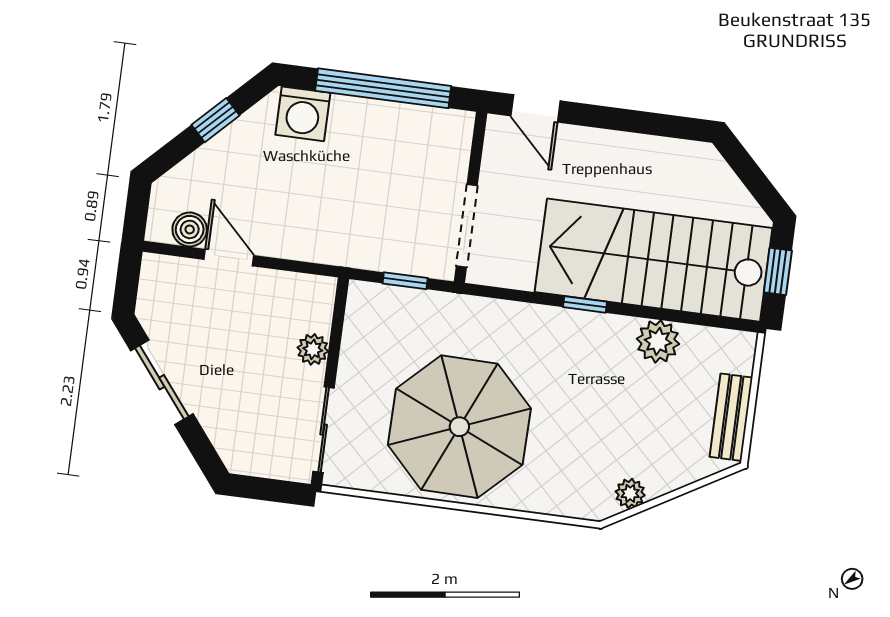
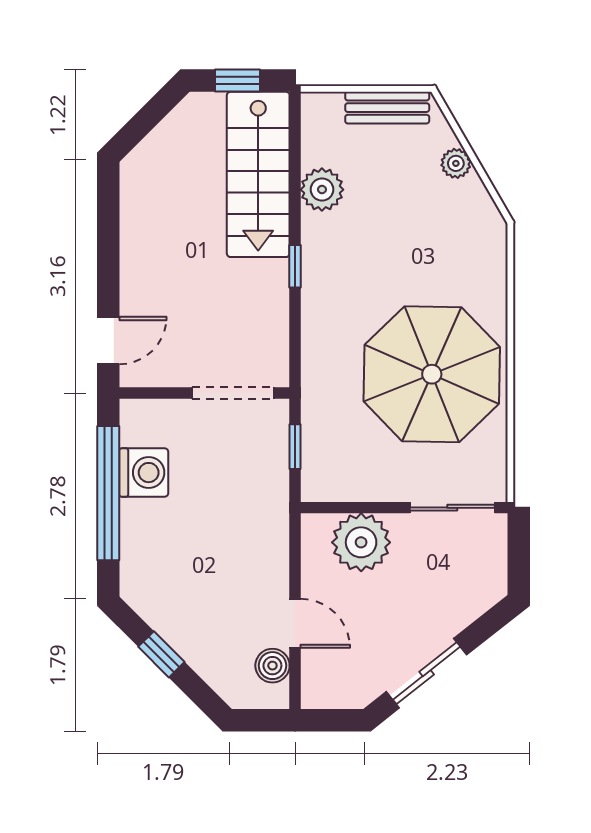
washing machine: (303, 114) -> (144, 473), moved
door: (229, 258) -> (295, 623), swing flipped
stairs: (653, 260) -> (258, 174), width x0.73, depth x0.66
plant: (313, 349) -> (361, 542), width x1.87, depth x1.87
plant: (630, 493) -> (456, 163), moved

